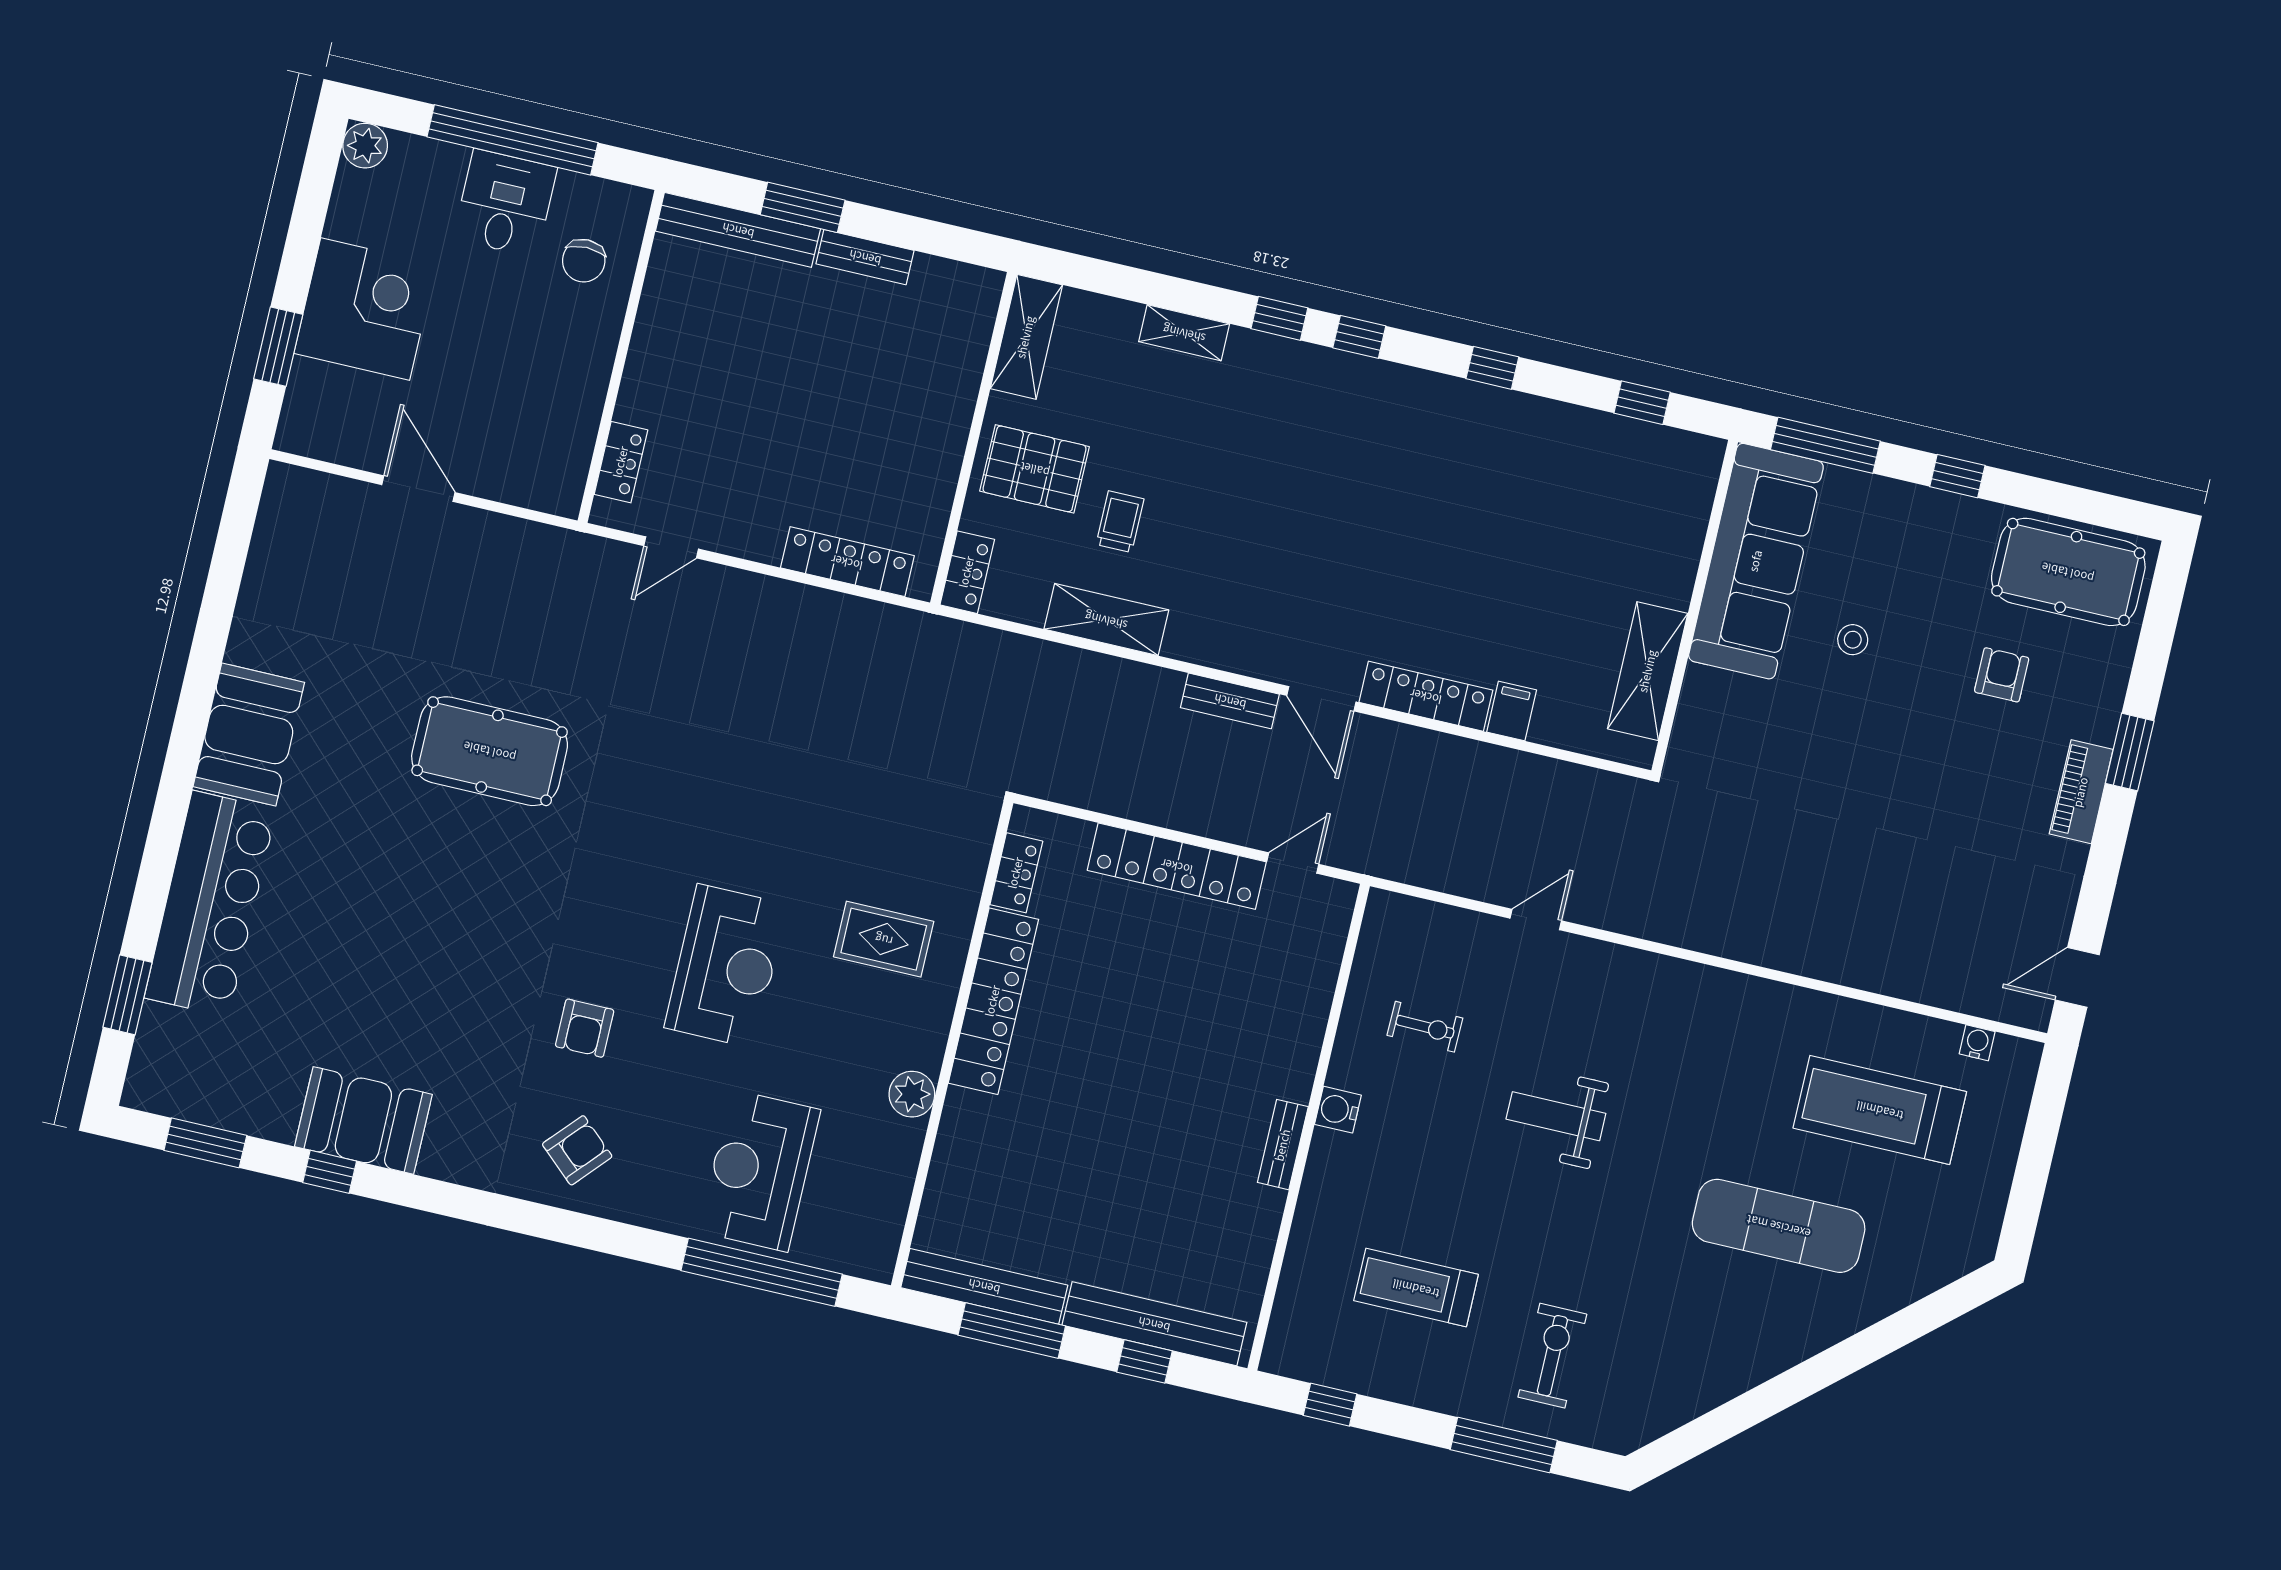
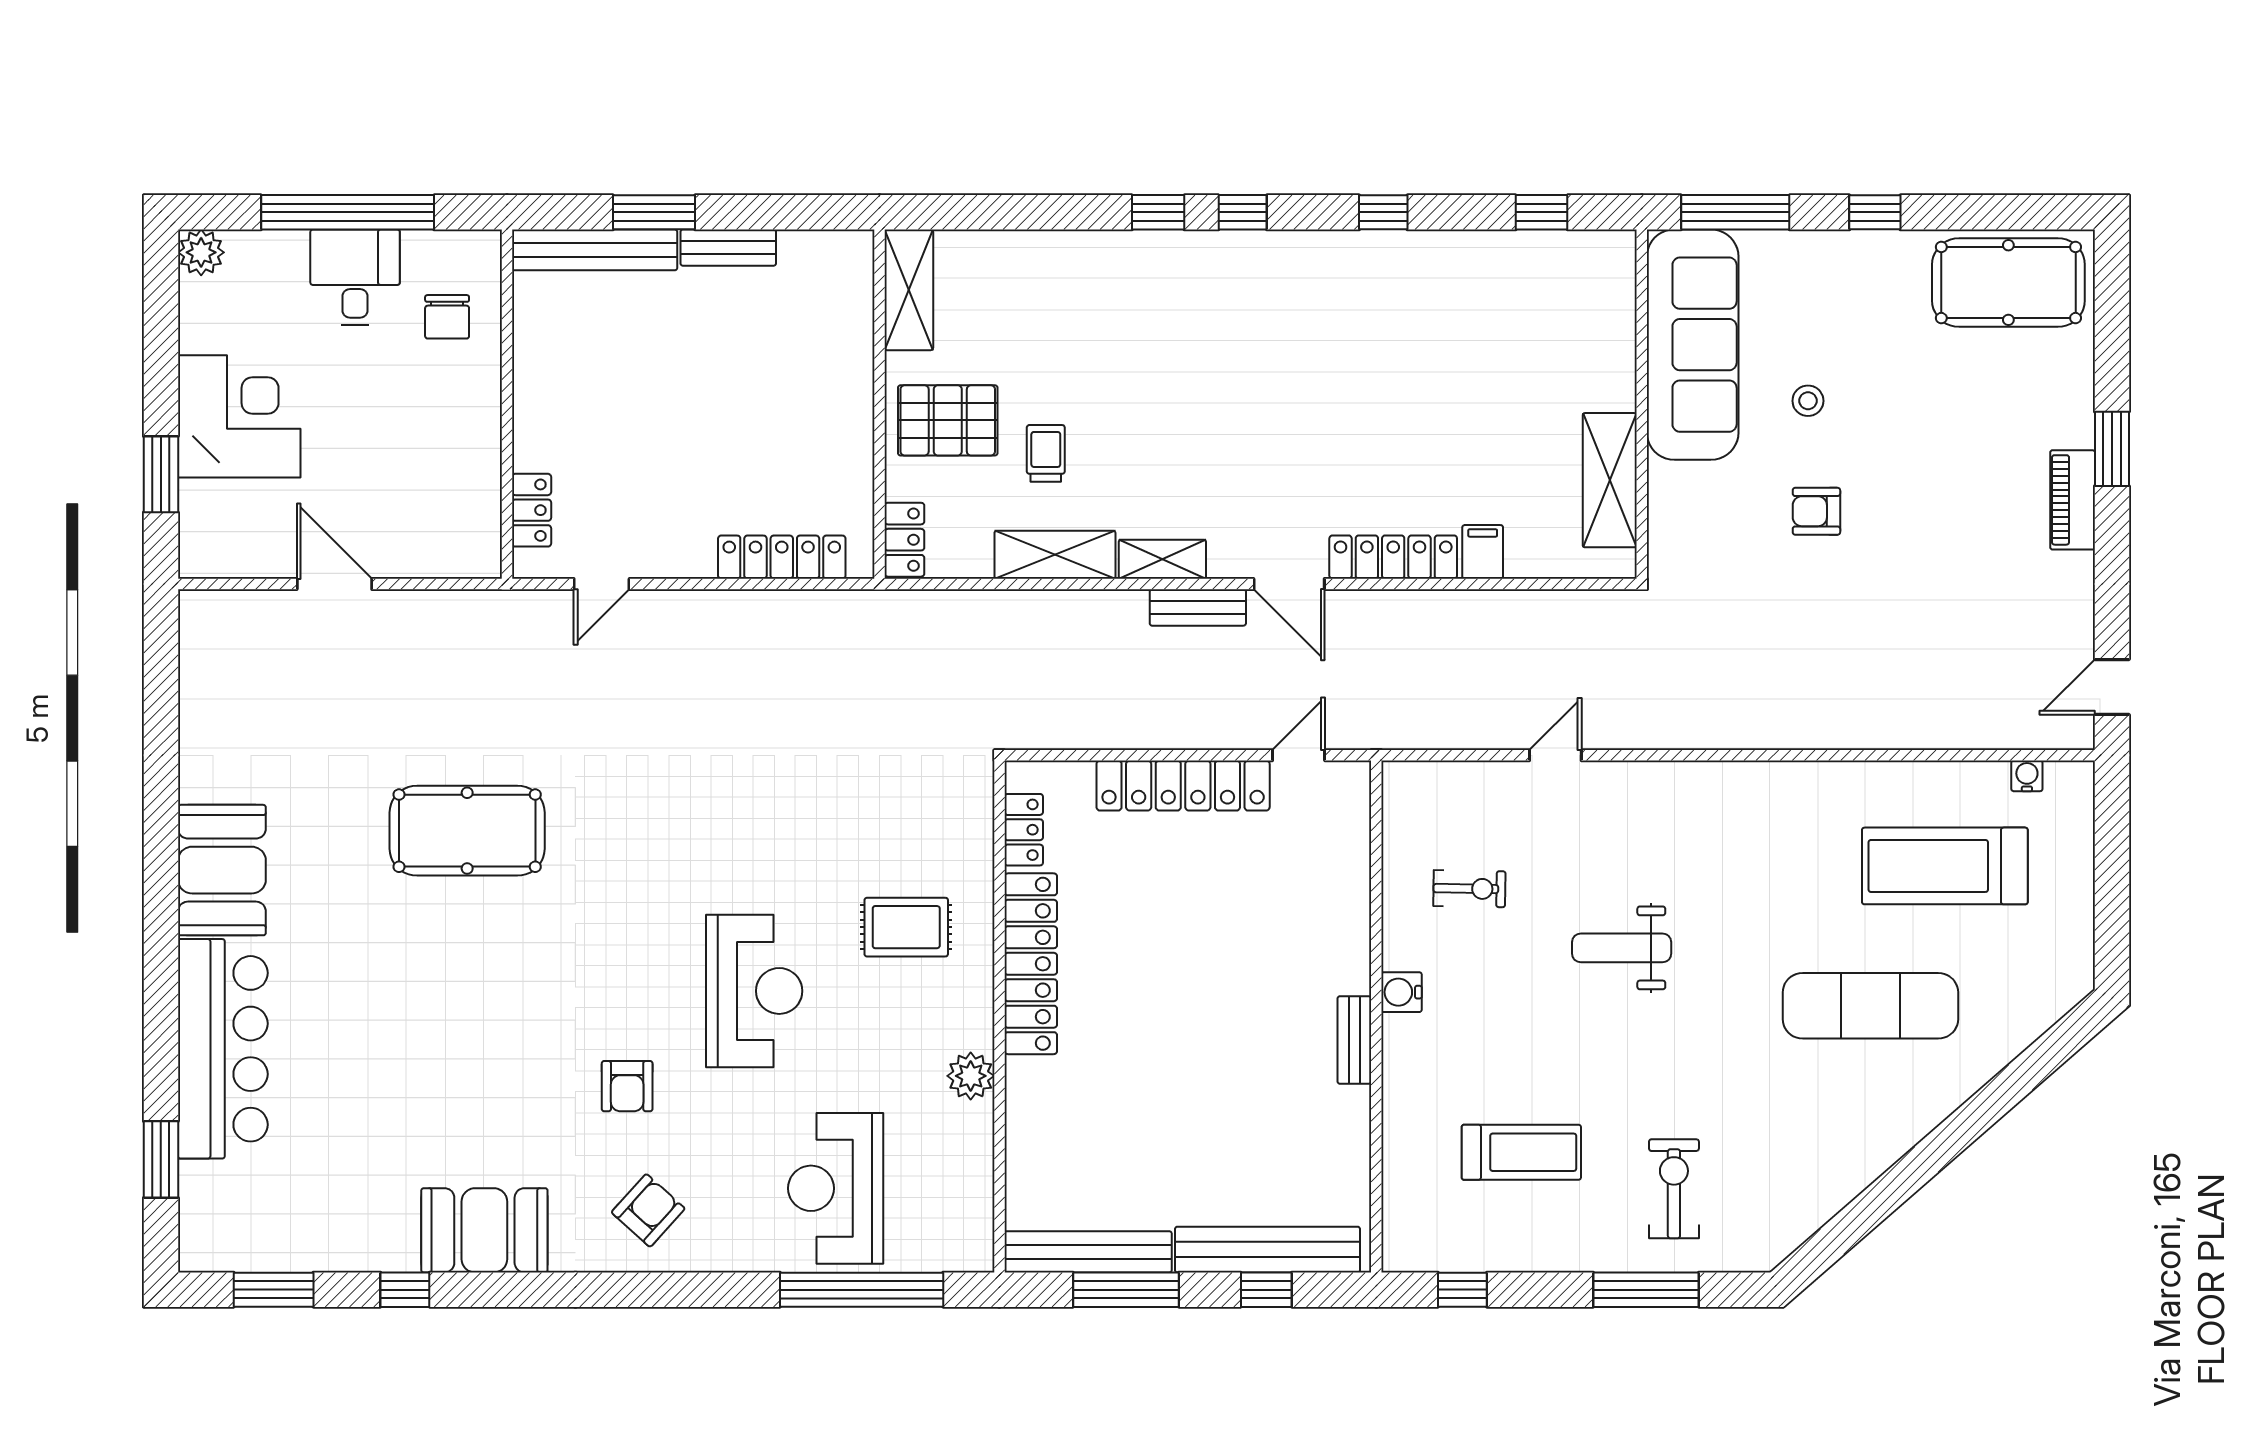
shelving: (1184, 333) -> (1162, 559), moved
armchair: (2002, 675) -> (1816, 511), moved, turned -90
booth: (363, 1120) -> (484, 1230), moved
treadmill: (1416, 1288) -> (1521, 1152), turned 180

